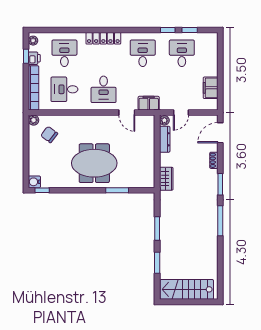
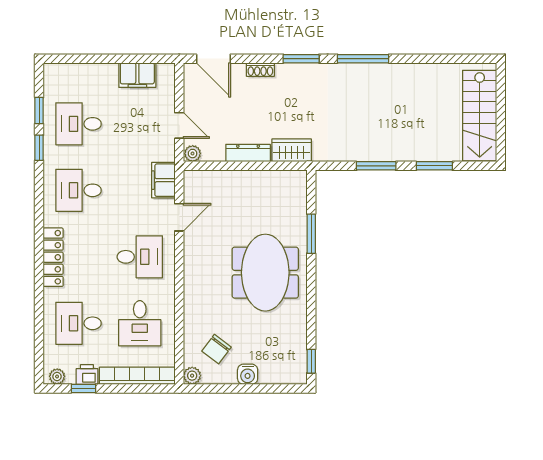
dresser: (165, 139) -> (248, 153), moved
water cooler: (34, 182) -> (248, 374), moved

